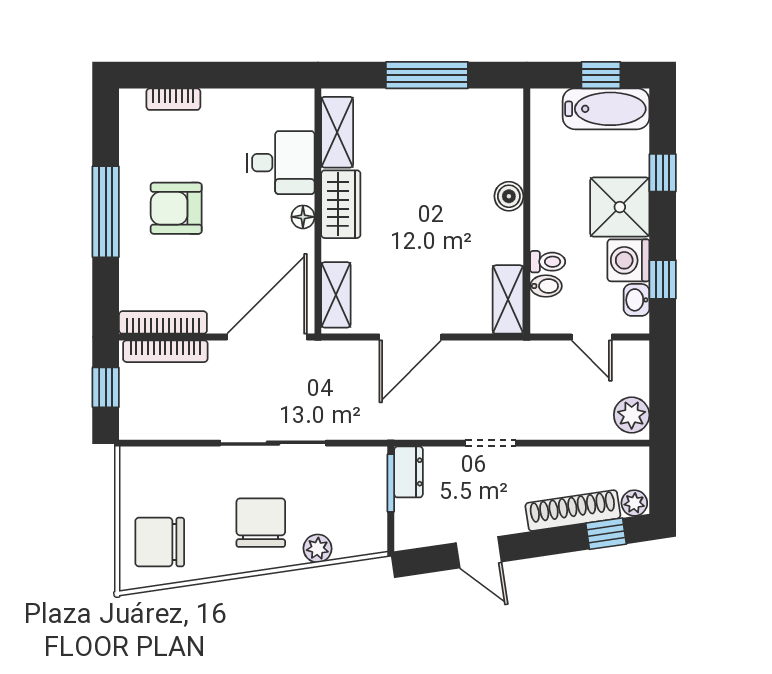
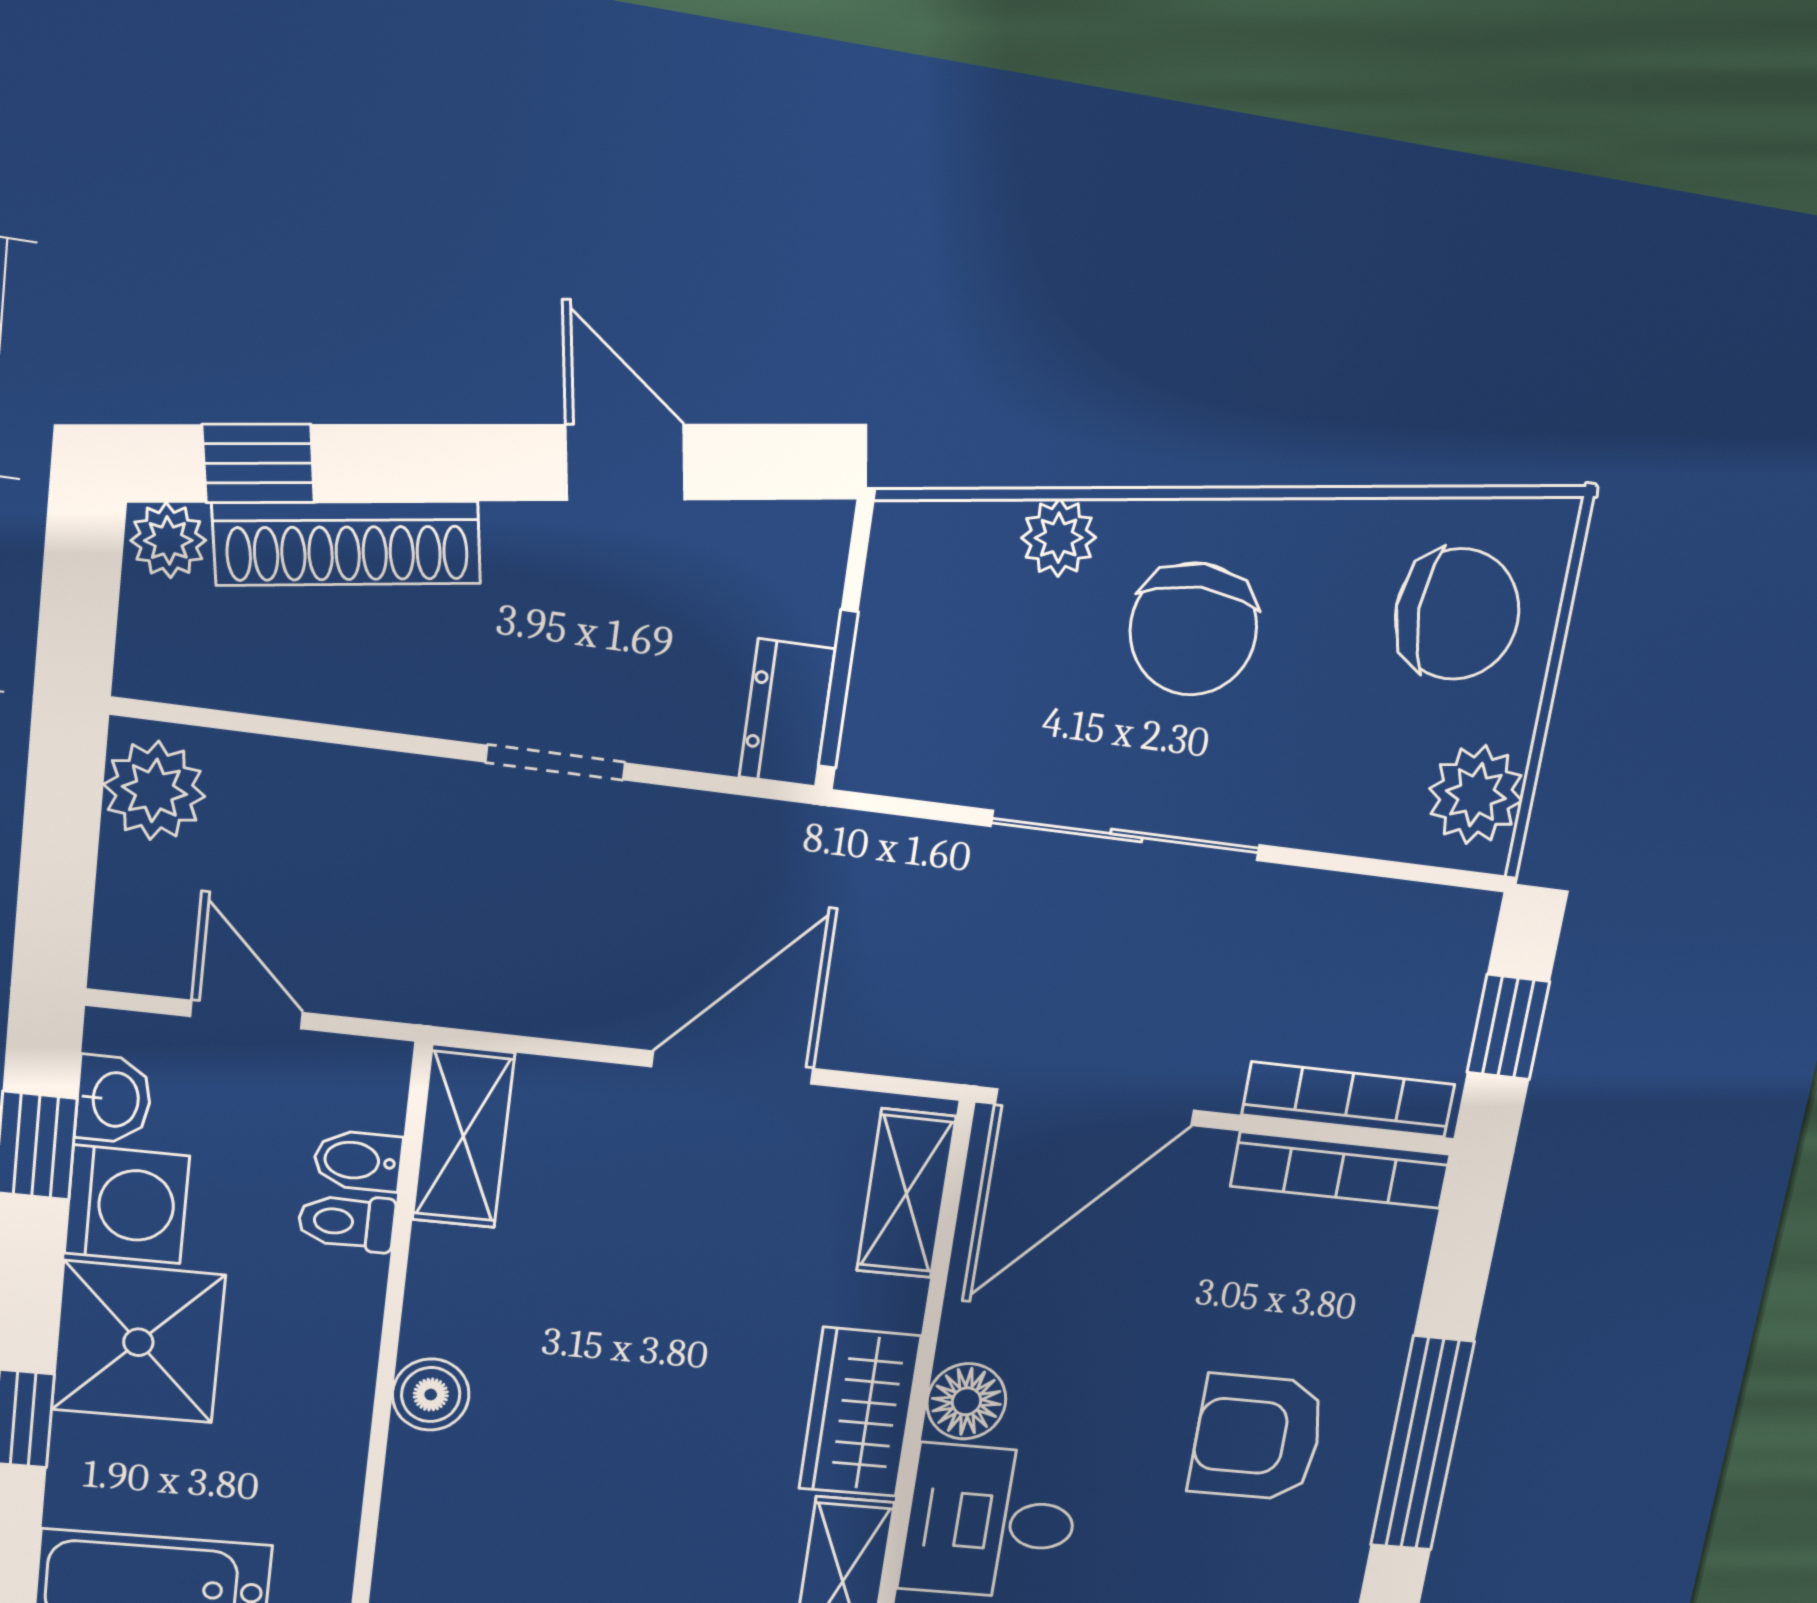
armchair: (176, 208) -> (1257, 1437), turned 180
floor lamp: (303, 217) -> (966, 1401), width x1.37, depth x1.37
plant: (138, 476) -> (1476, 795), added

